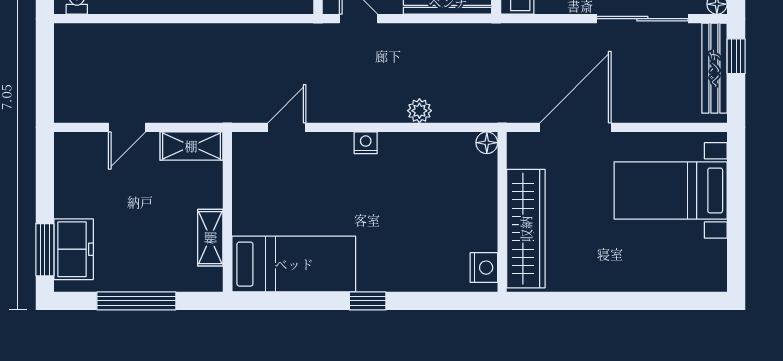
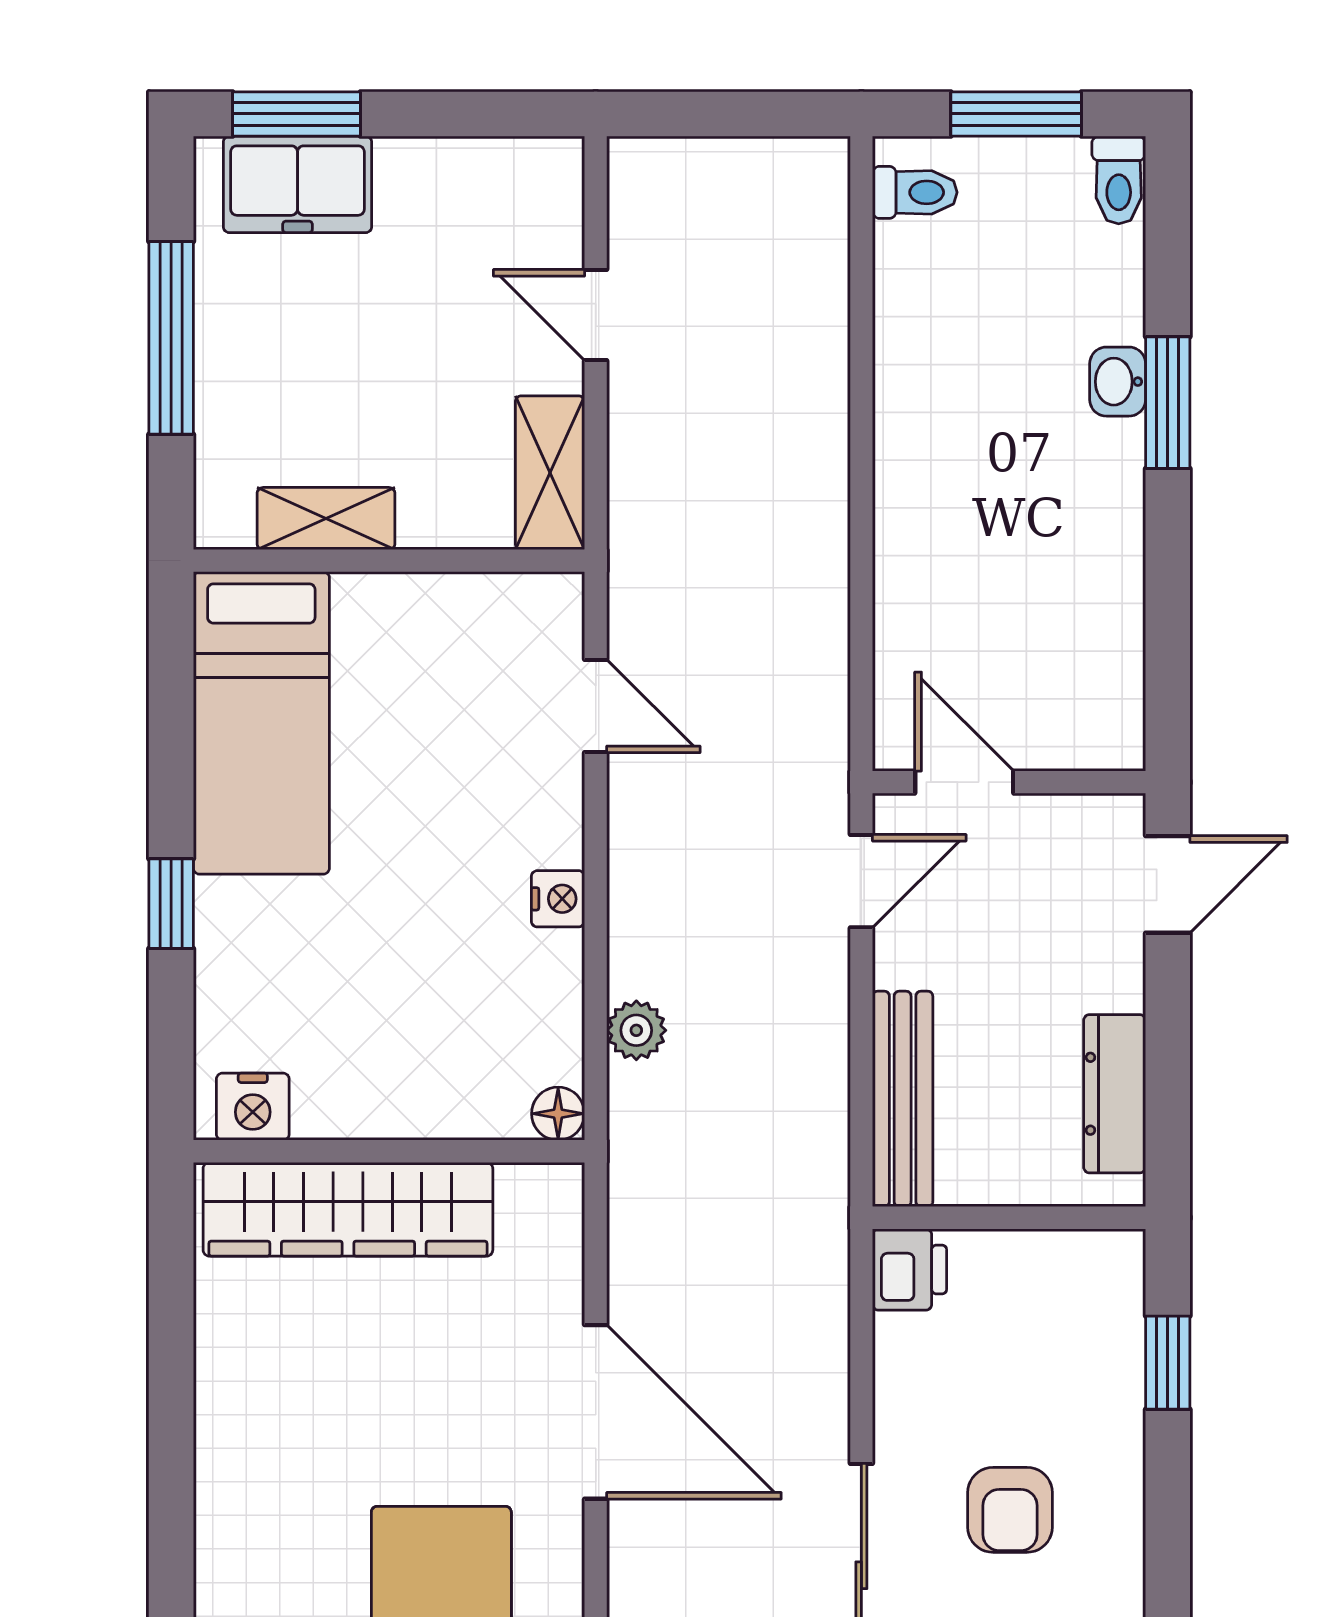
floor lamp: (487, 143) -> (558, 1114), moved
wall: (502, 212) -> (389, 1151), moved
wardrobe: (526, 229) -> (348, 1209), moved
nightstand: (484, 268) -> (253, 1107), moved

